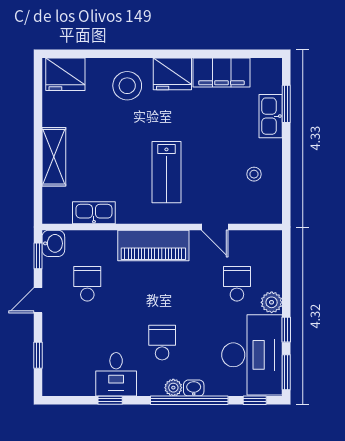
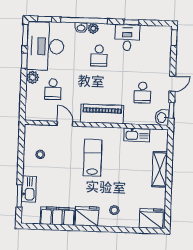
stool: (127, 86) -> (114, 210), width x0.53, depth x0.53
window: (38, 355) -> (174, 38), moved

